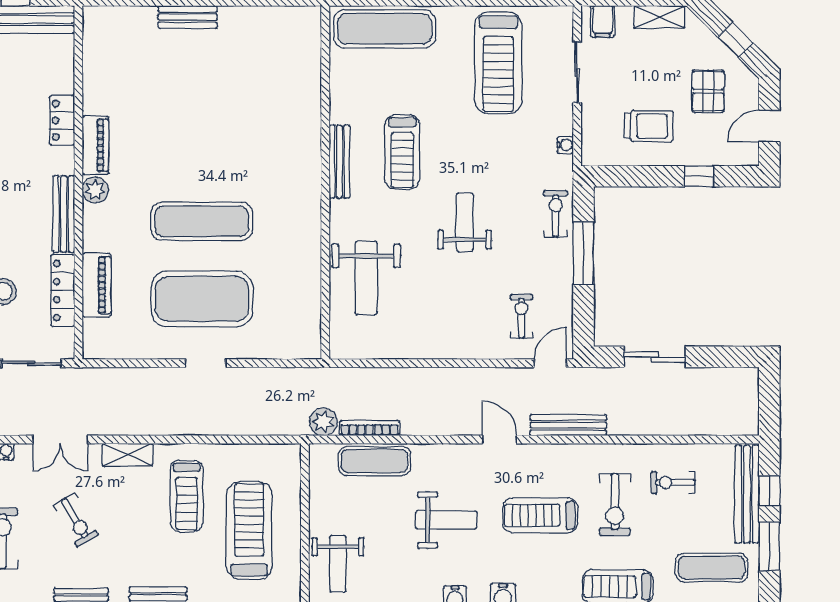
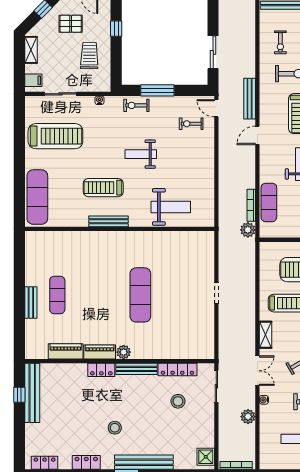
locker: (62, 120) -> (101, 370), moved
treadmill: (402, 152) -> (103, 188), turned 180
piano: (97, 285) -> (66, 351), moved
exercise mat: (202, 299) -> (57, 295), moved, width x0.50, depth x0.69

